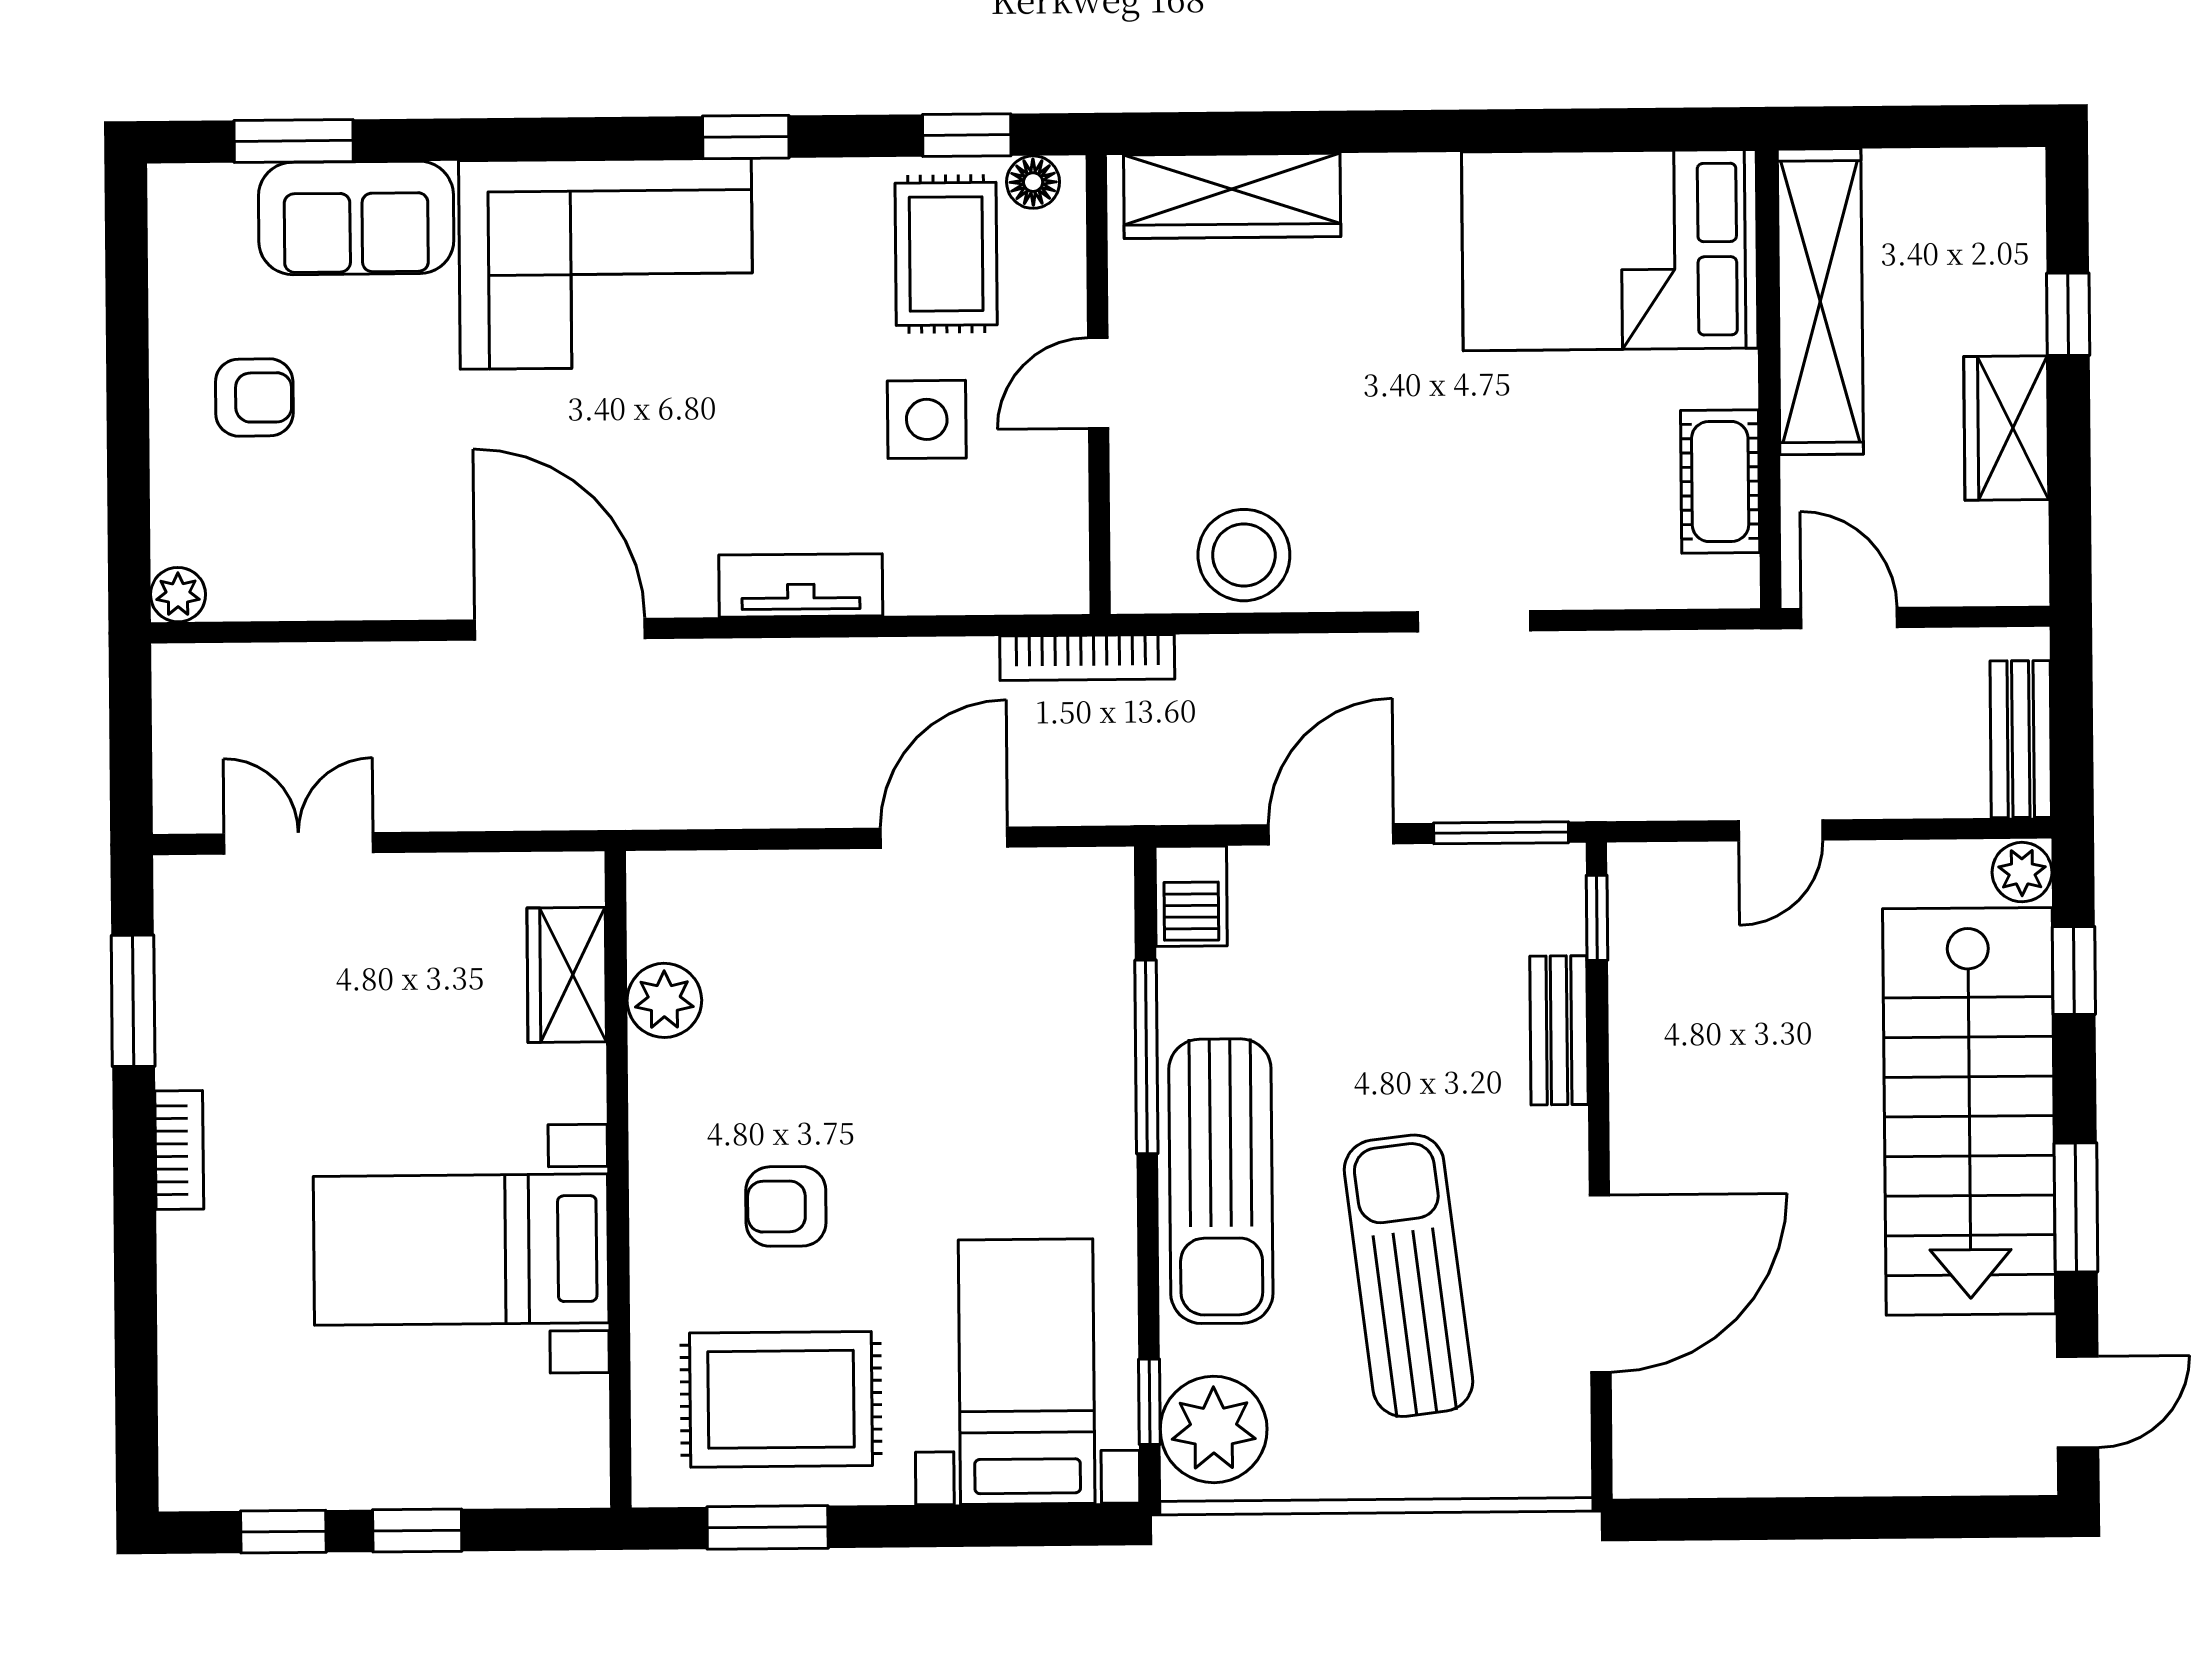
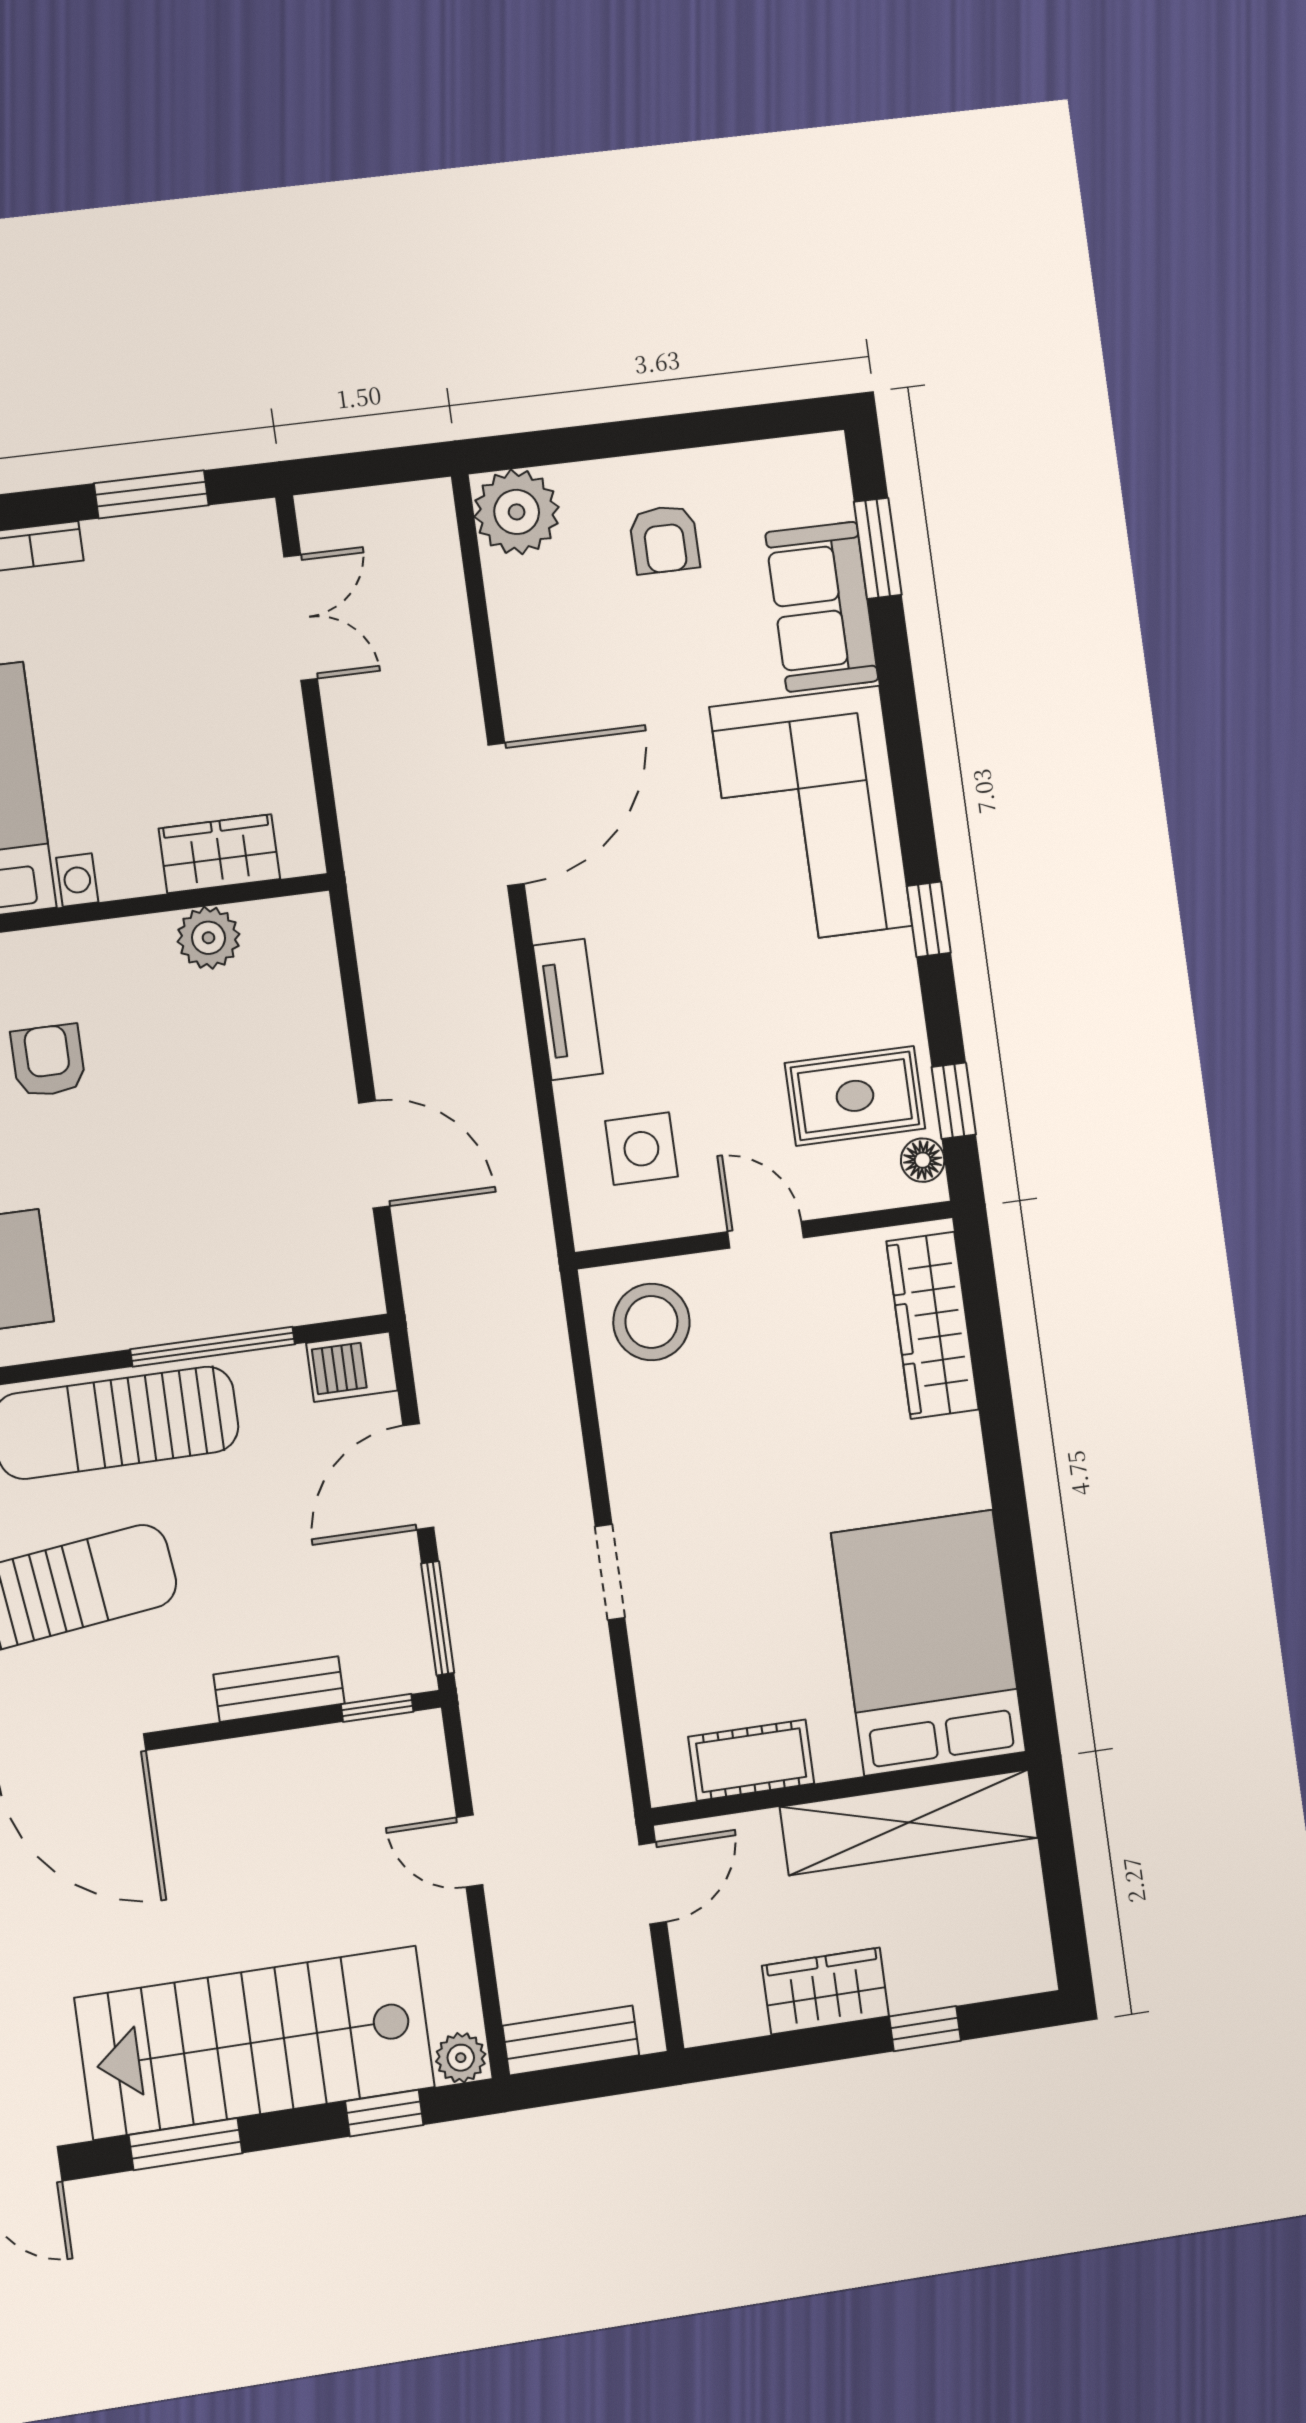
side table: (927, 419) -> (641, 1149), moved
stool: (1244, 555) -> (651, 1322), moved
plant: (178, 595) -> (517, 512), width x1.88, depth x1.88
bookcase: (1087, 658) -> (539, 1255), removed
door: (1331, 834) -> (418, 1477), swing flipped

